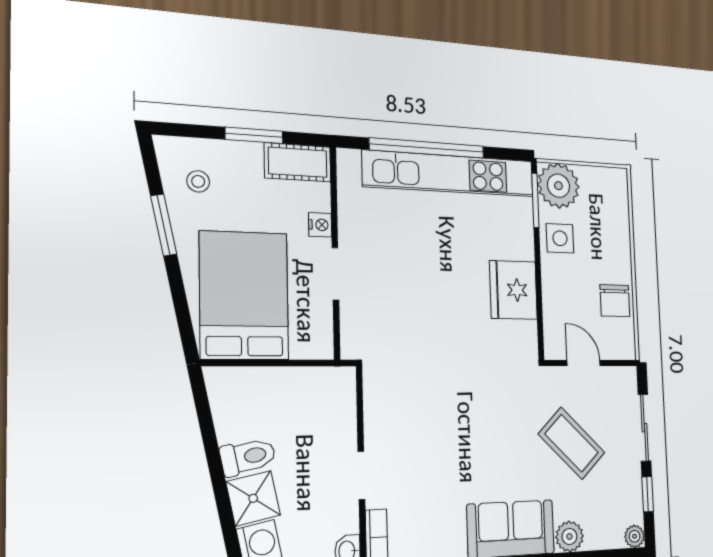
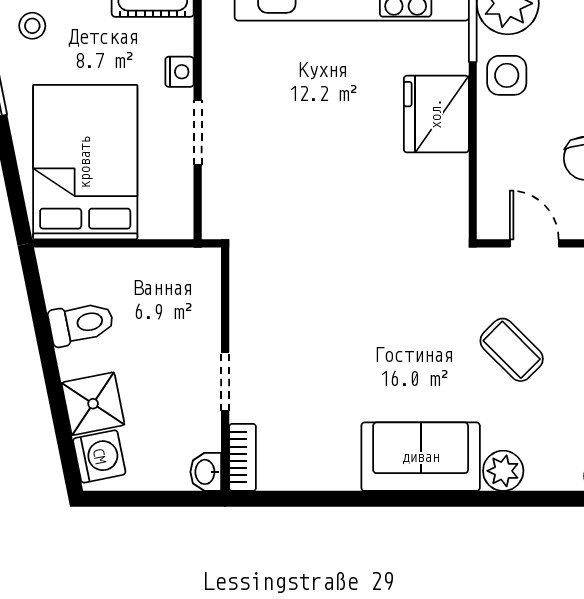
fridge: (513, 290) -> (436, 114), moved
coffee table: (572, 443) -> (512, 350), width x0.73, depth x0.77
toilet: (248, 457) -> (81, 323), moved

